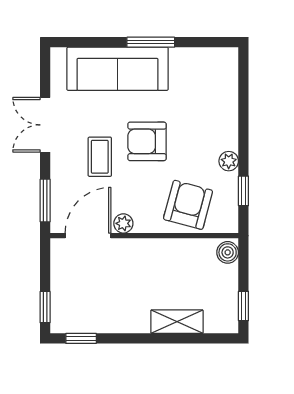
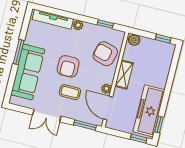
tv unit: (228, 91) -> (53, 19), added
plant: (229, 161) -> (78, 25), moved
freezer: (102, 313) -> (149, 111), added
shelving: (177, 322) -> (124, 75), moved

